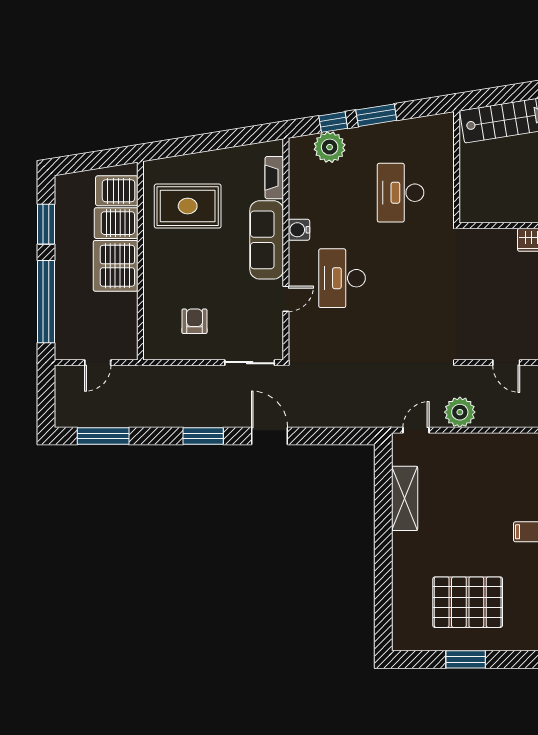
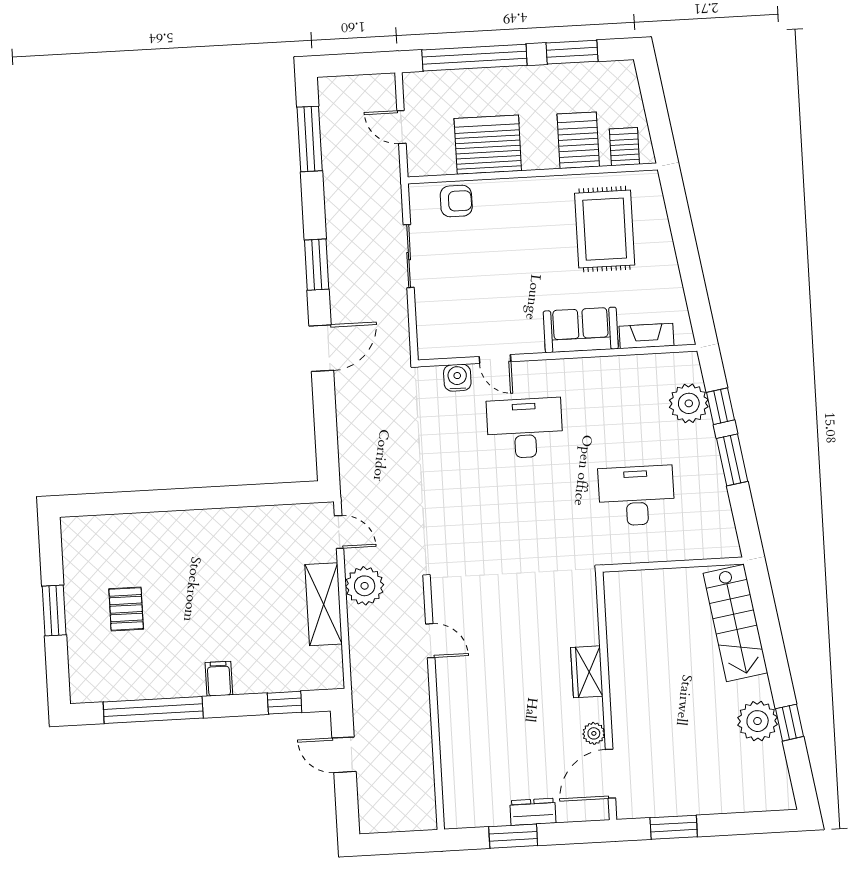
server rack: (117, 191) -> (624, 147), width x0.73, depth x0.70
water cooler: (299, 230) -> (457, 378), moved
sofa: (267, 240) -> (581, 330), width x0.73
server rack: (116, 266) -> (488, 145), moved
armchair: (194, 321) -> (456, 201), moved
sliding door: (250, 363) -> (409, 256), moved
door: (506, 363) -> (430, 641), swing flipped
shelving: (405, 498) -> (324, 604), moved, turned 90
pallet: (468, 602) -> (126, 609), width x0.49, depth x0.50

